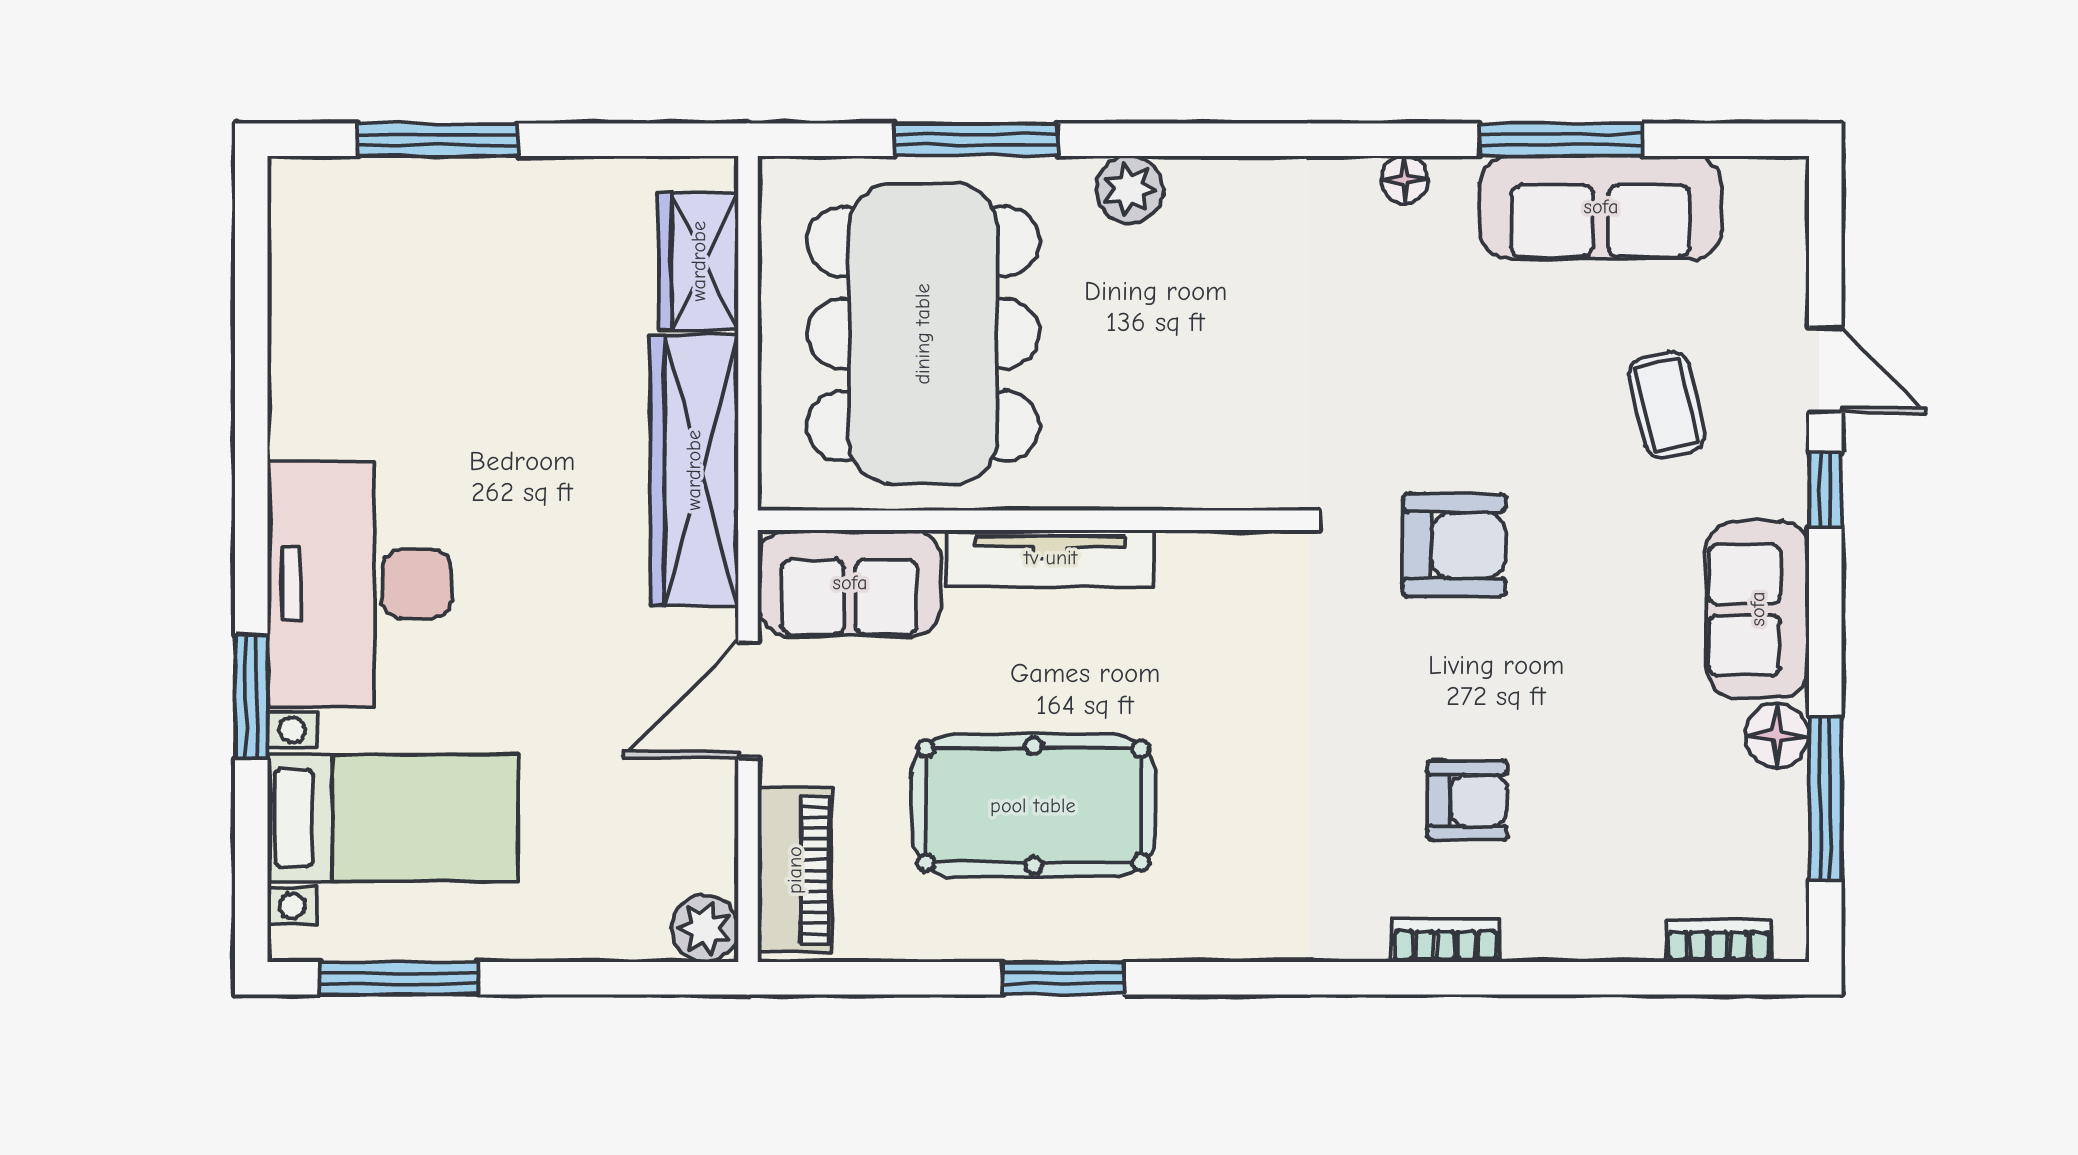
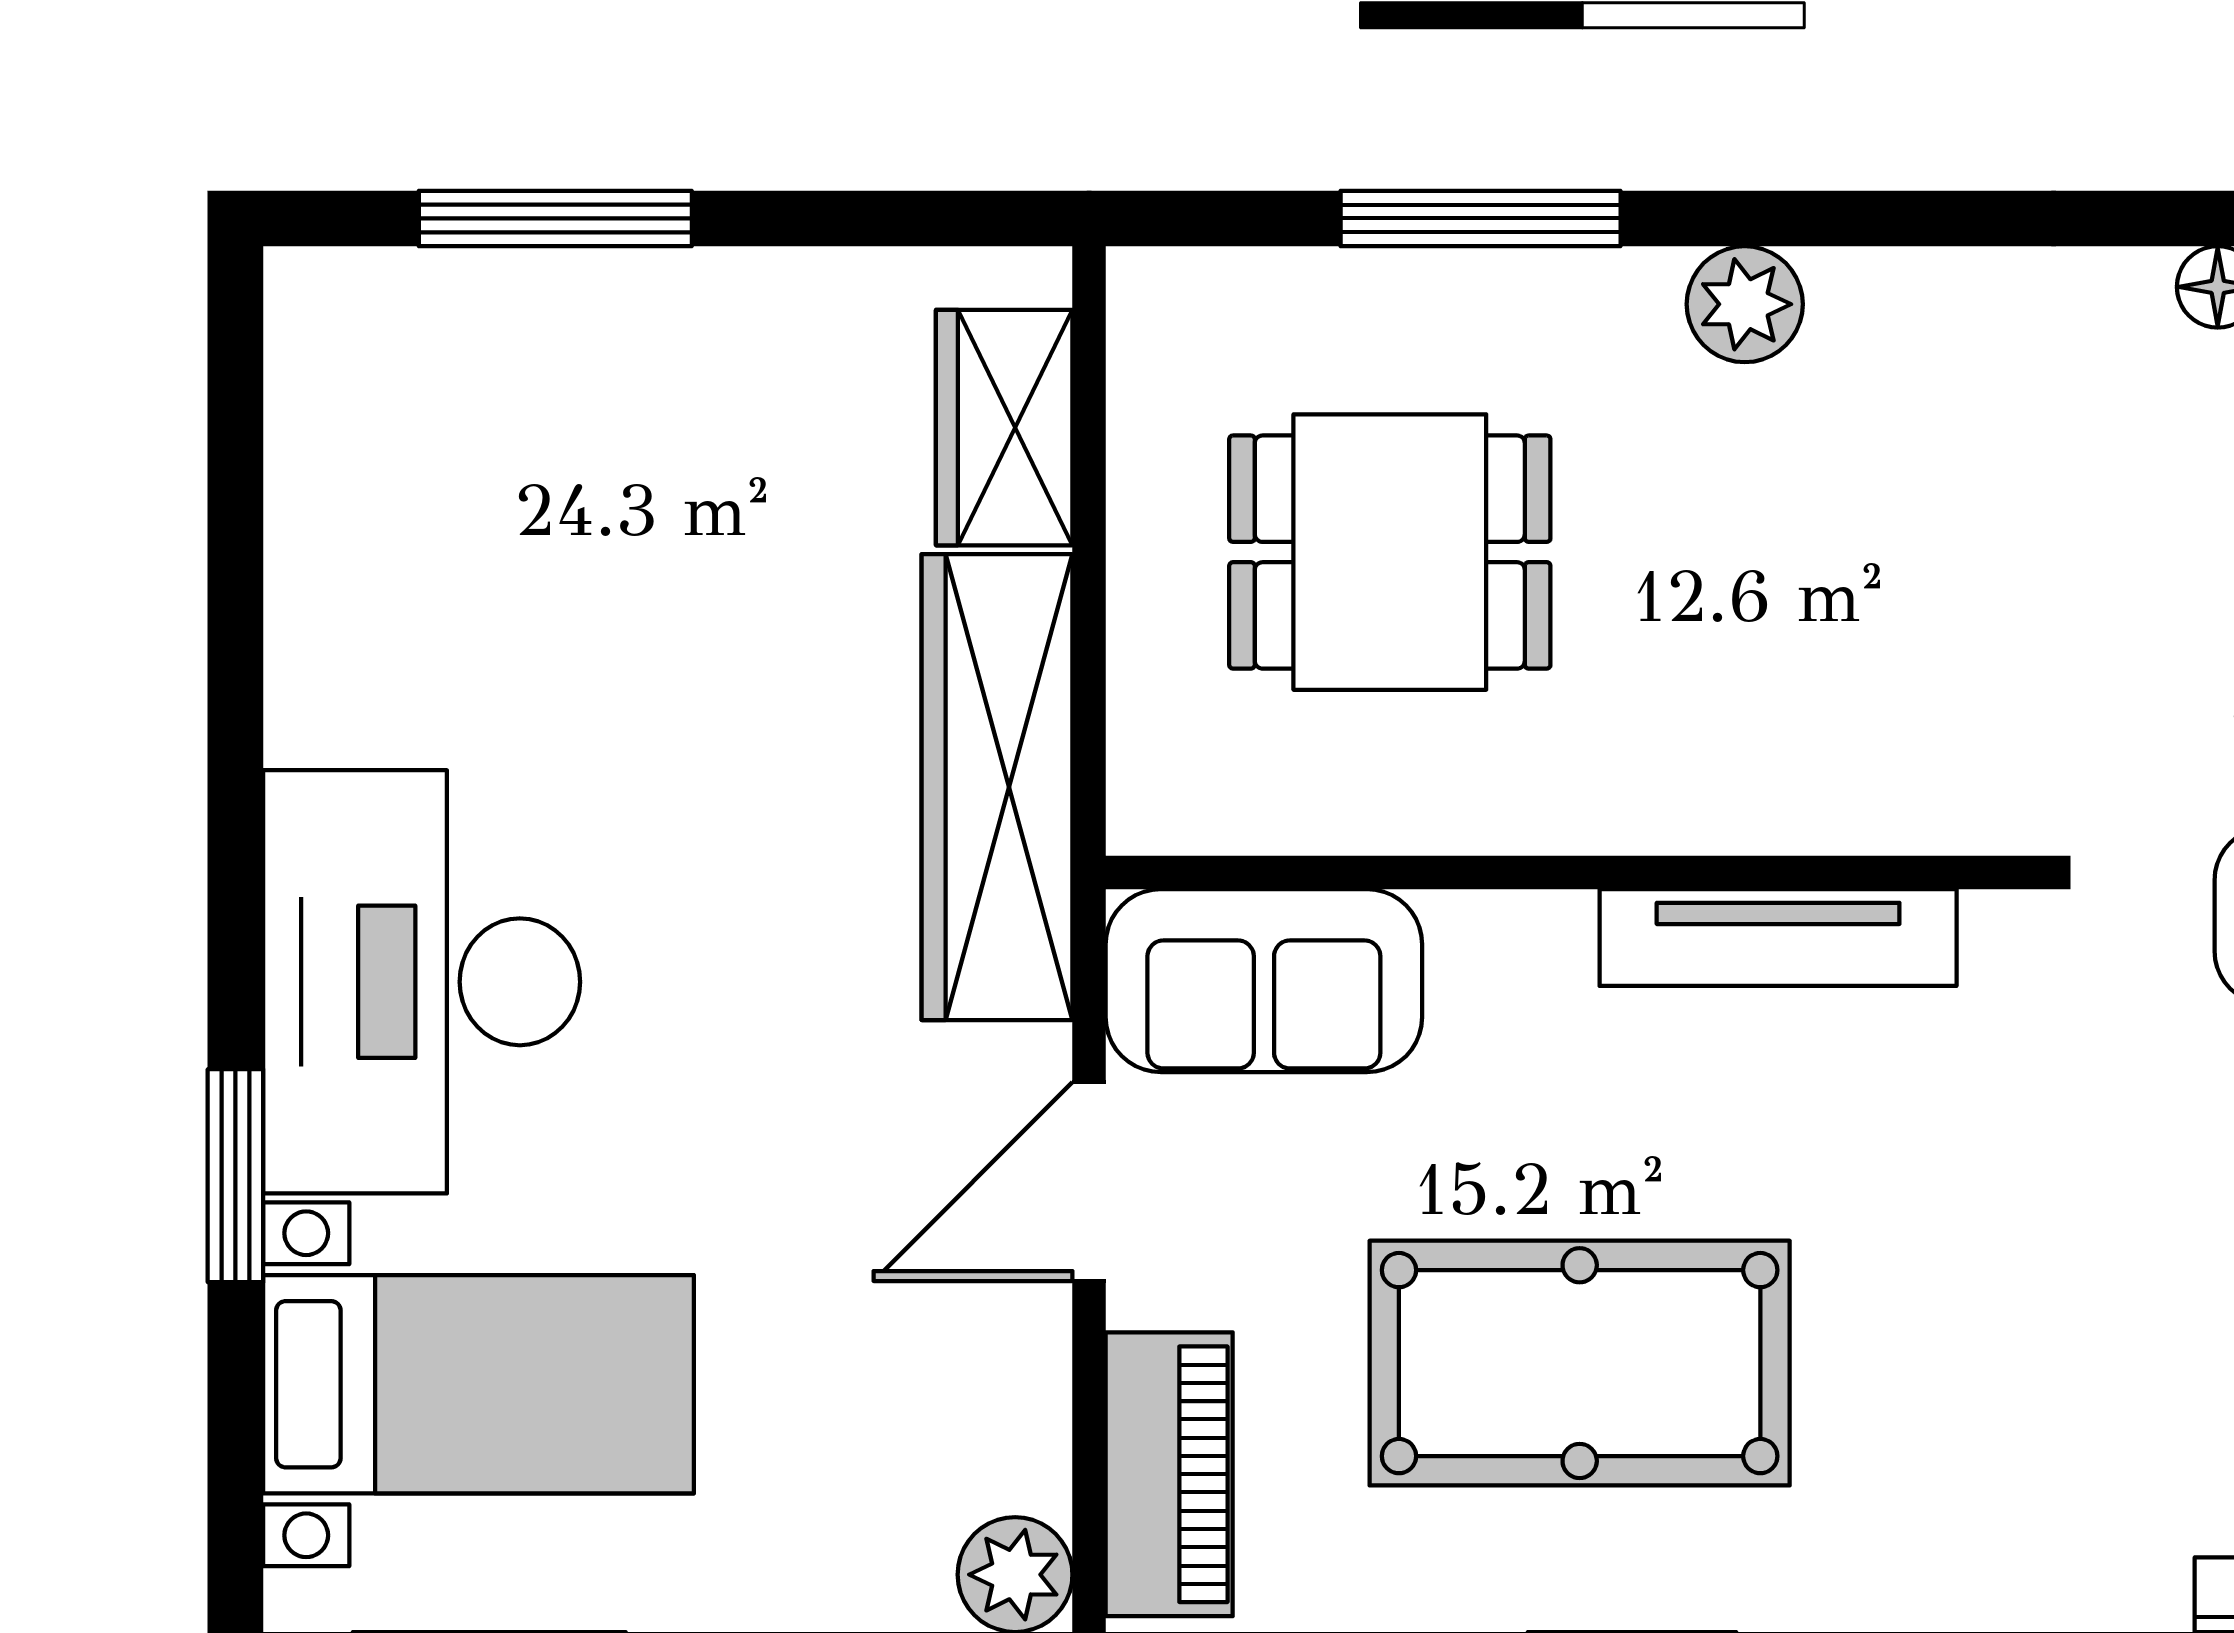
dining table: (923, 334) -> (1390, 552), width x0.53, depth x0.80
tv unit: (1051, 558) -> (1778, 938), moved

